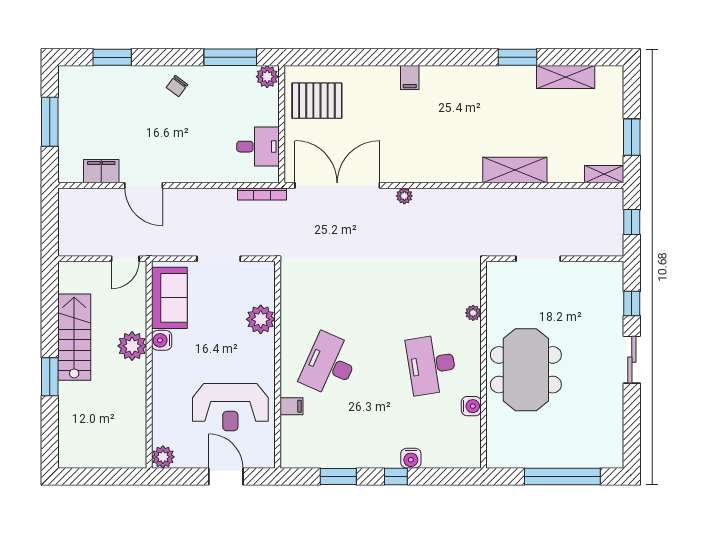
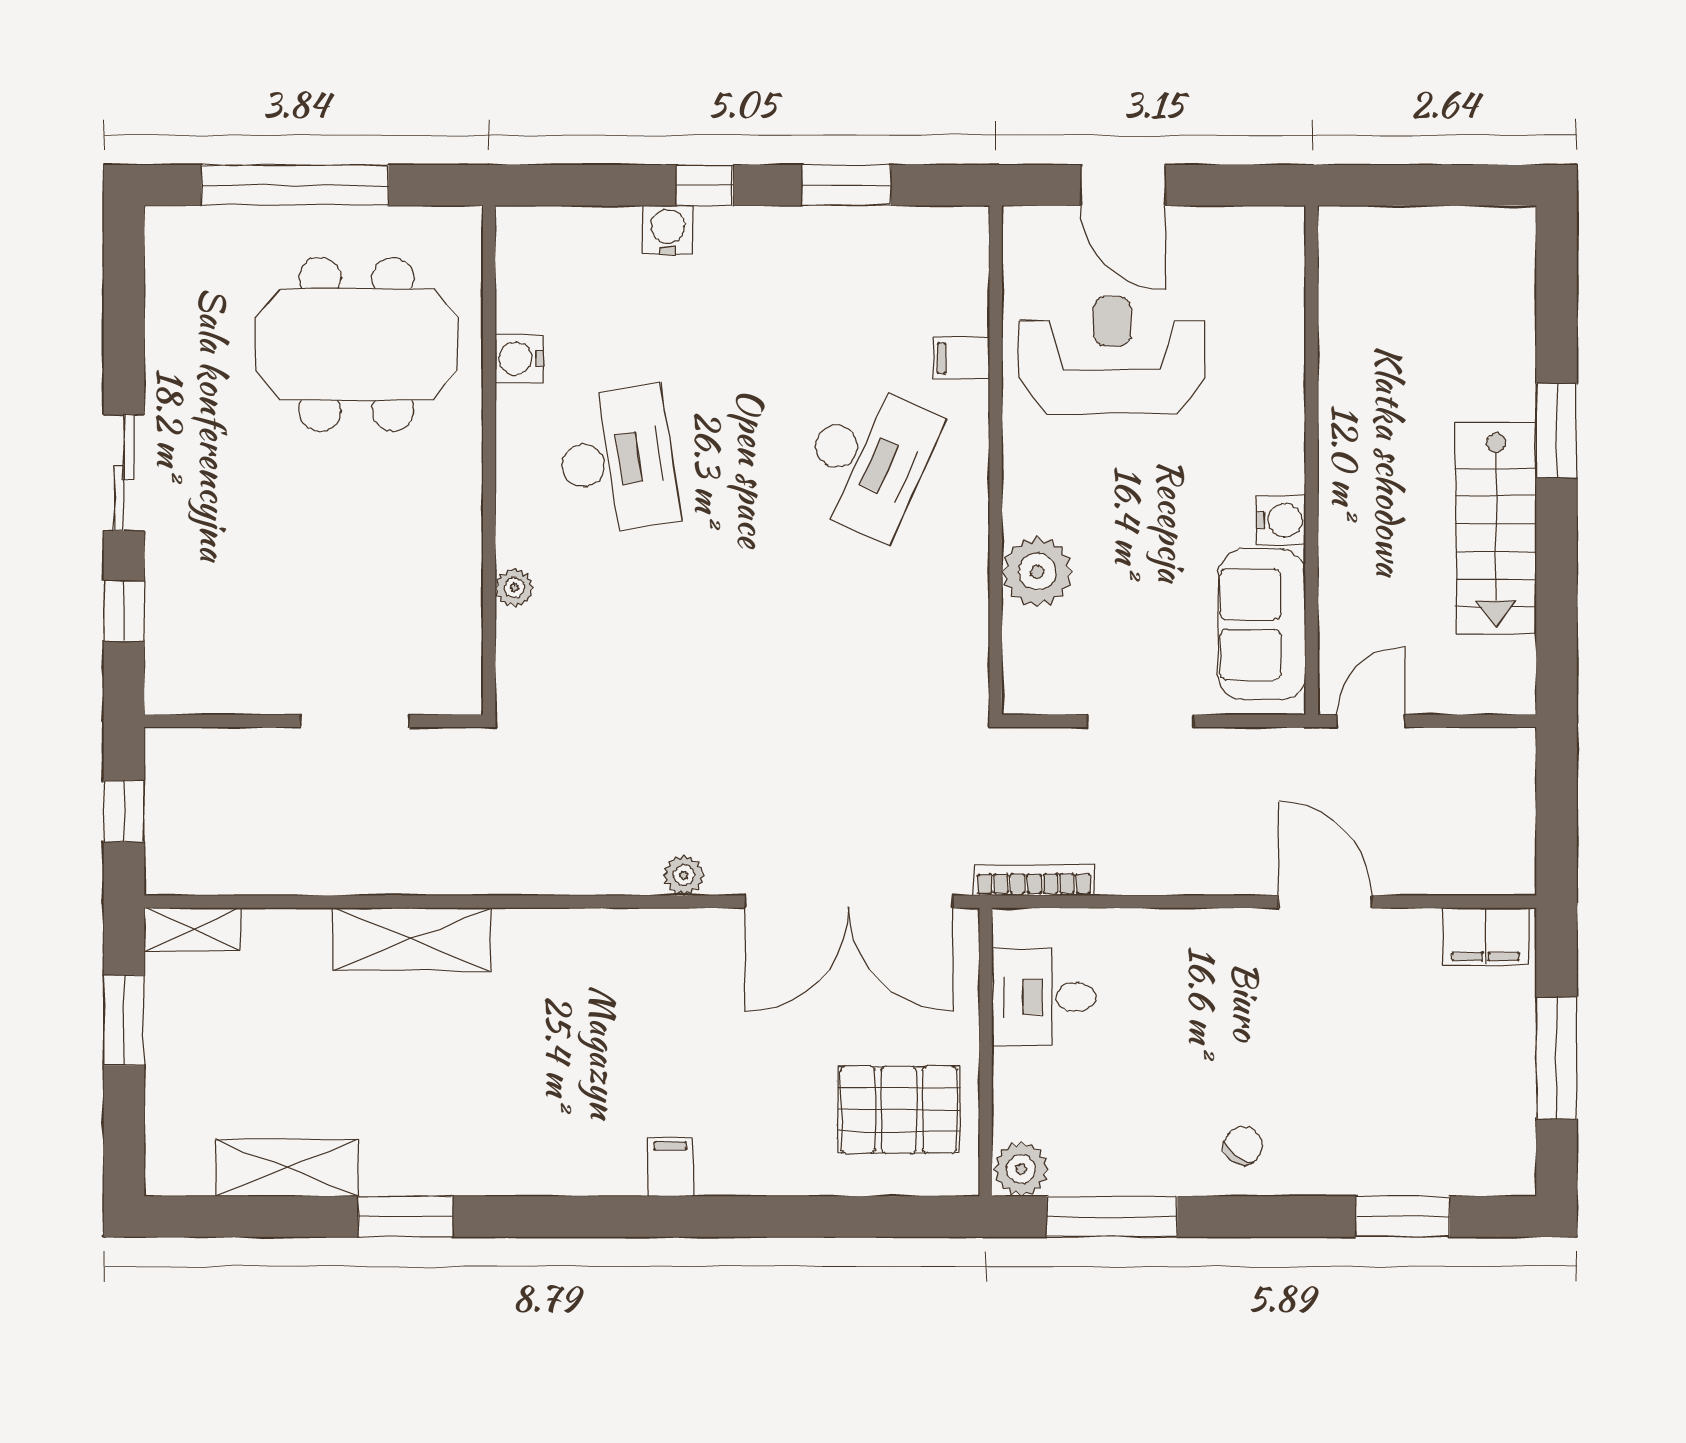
filing cabinet: (101, 171) -> (1485, 936), moved
plant: (132, 346) -> (1354, 506), removed
meeting table: (526, 370) -> (356, 344), moved, turned 90
plant: (163, 457) -> (1278, 233), removed

